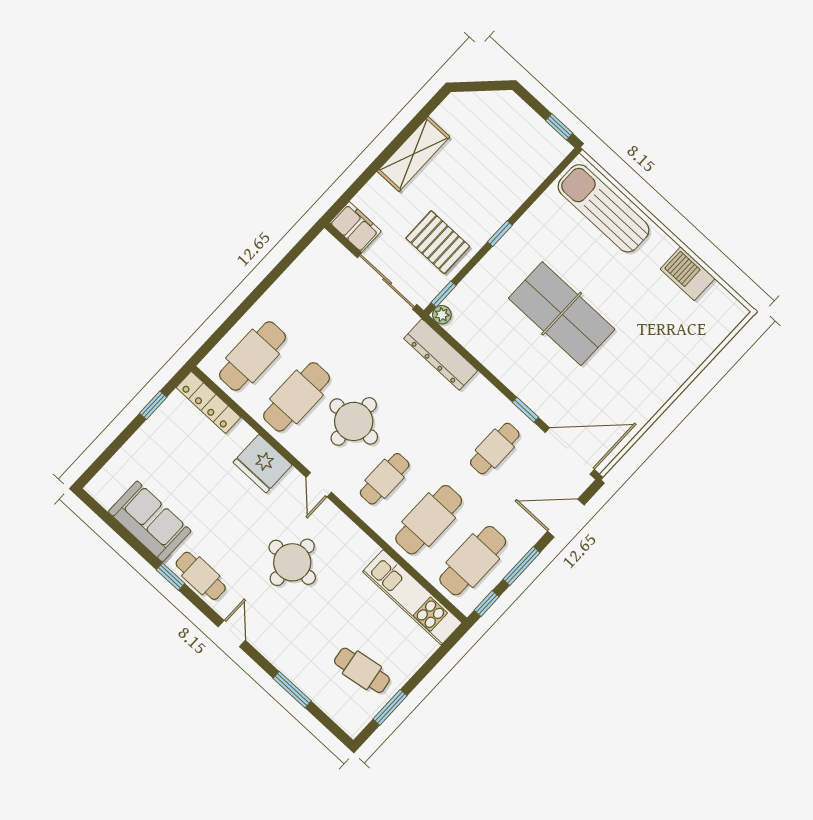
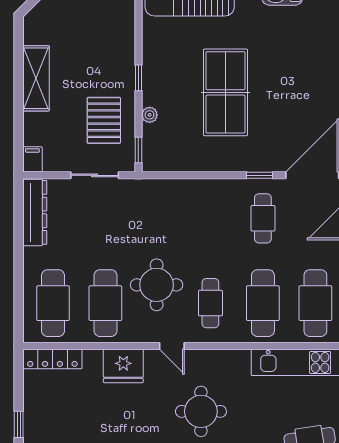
filing cabinet: (355, 227) -> (32, 159), width x0.50
pallet: (438, 242) -> (104, 120), turned 90
sliding door: (387, 281) -> (95, 175), width x0.73
table tennis table: (562, 314) -> (225, 92), turned 90
plant: (442, 315) -> (150, 115), moved
dresser: (441, 355) -> (35, 212), moved, turned -90
window: (153, 405) -> (19, 424), moved

